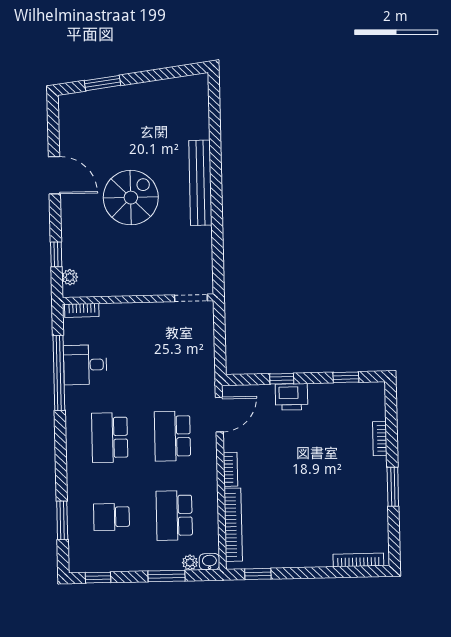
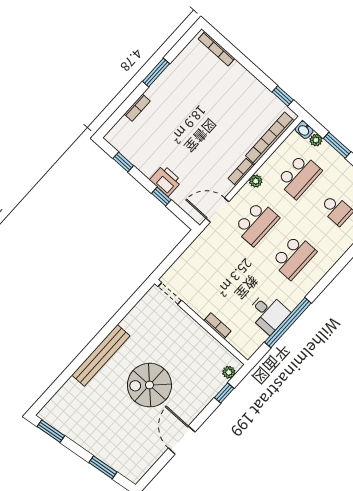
window: (181, 71) -> (51, 431), added
bookcase: (82, 310) -> (217, 326), moved
plant: (209, 474) -> (256, 181), added

